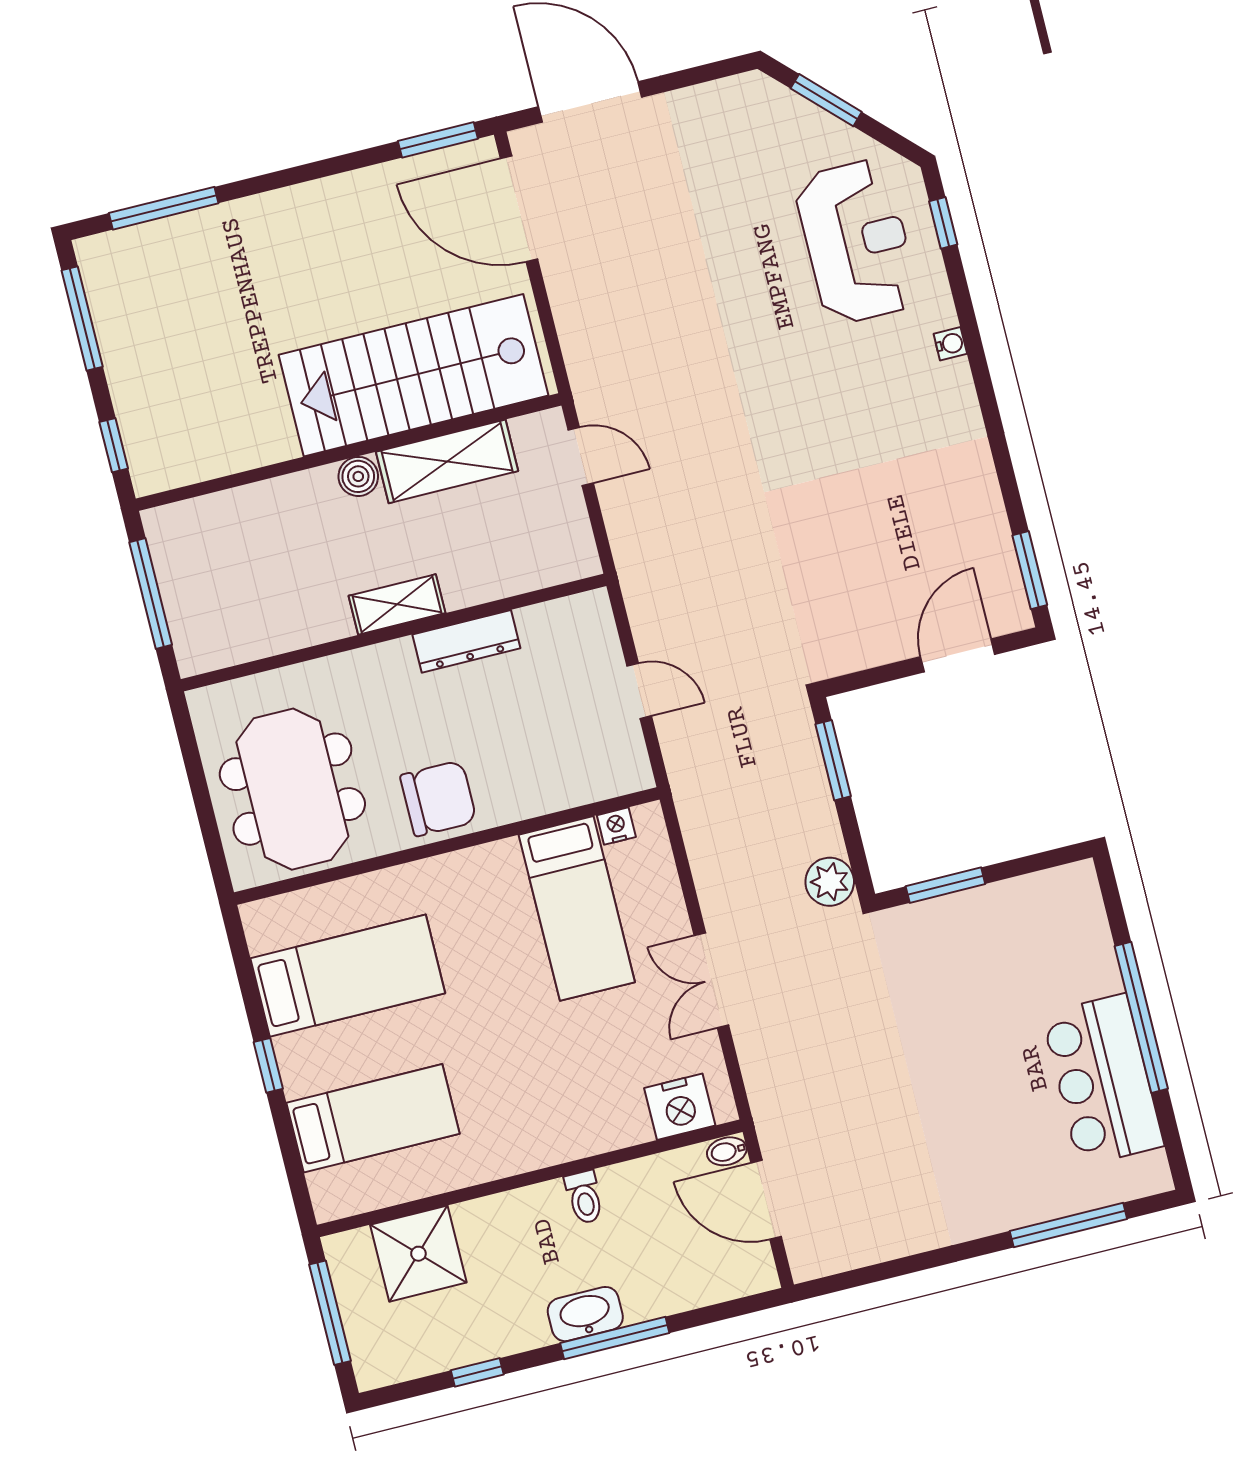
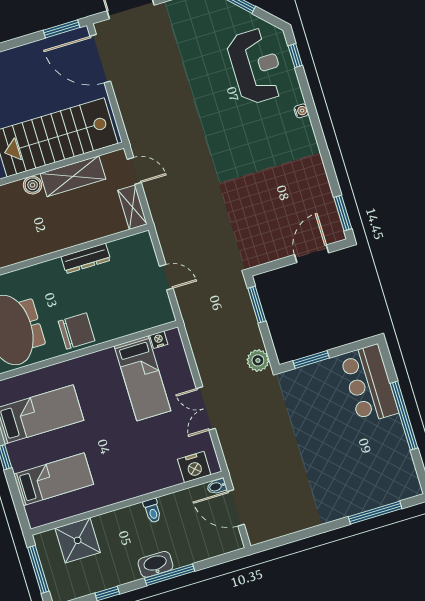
shelving: (397, 604) -> (132, 207), moved, turned 90
bar counter: (1103, 1080) -> (369, 384), moved

